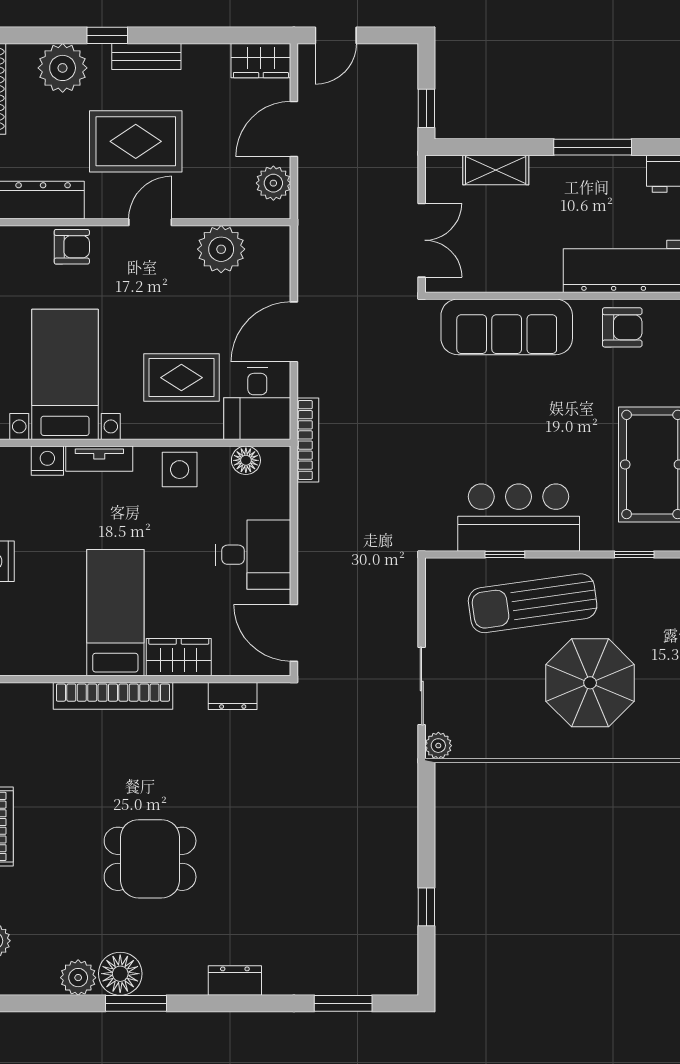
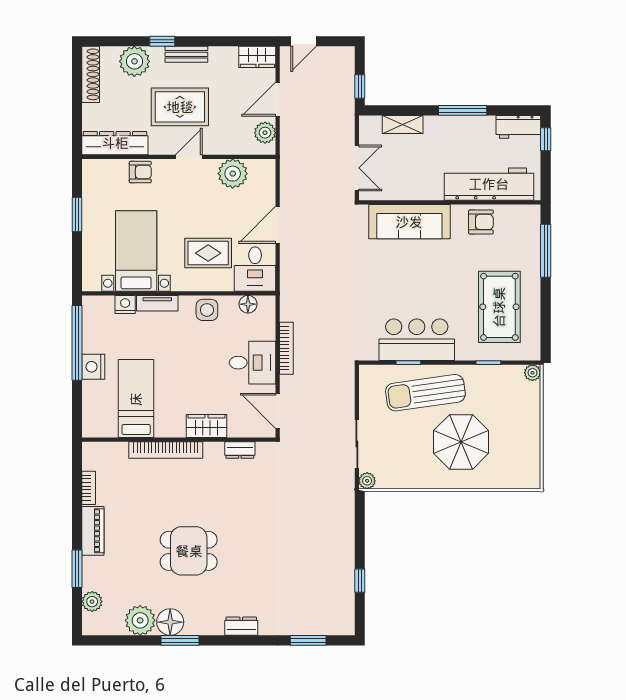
bookcase: (308, 440) -> (286, 348), moved
bed: (115, 613) -> (136, 399), moved
plant: (78, 978) -> (140, 620), width x1.36, depth x1.36

